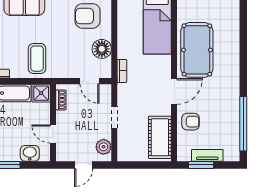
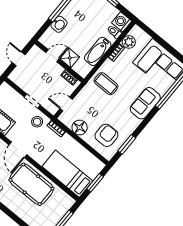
shower: (41, 93) -> (70, 58), moved
stool: (131, 95) -> (37, 122), added
plant: (104, 147) -> (20, 80), removed
washbasin: (30, 153) -> (59, 24), moved

